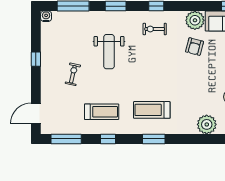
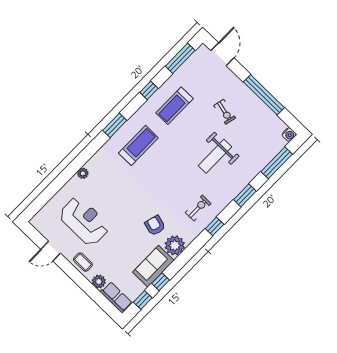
weight bench: (109, 52) -> (215, 156), turned -90
window: (36, 59) -> (264, 95), width x3.17
plant: (207, 124) -> (83, 173), width x0.53, depth x0.53

